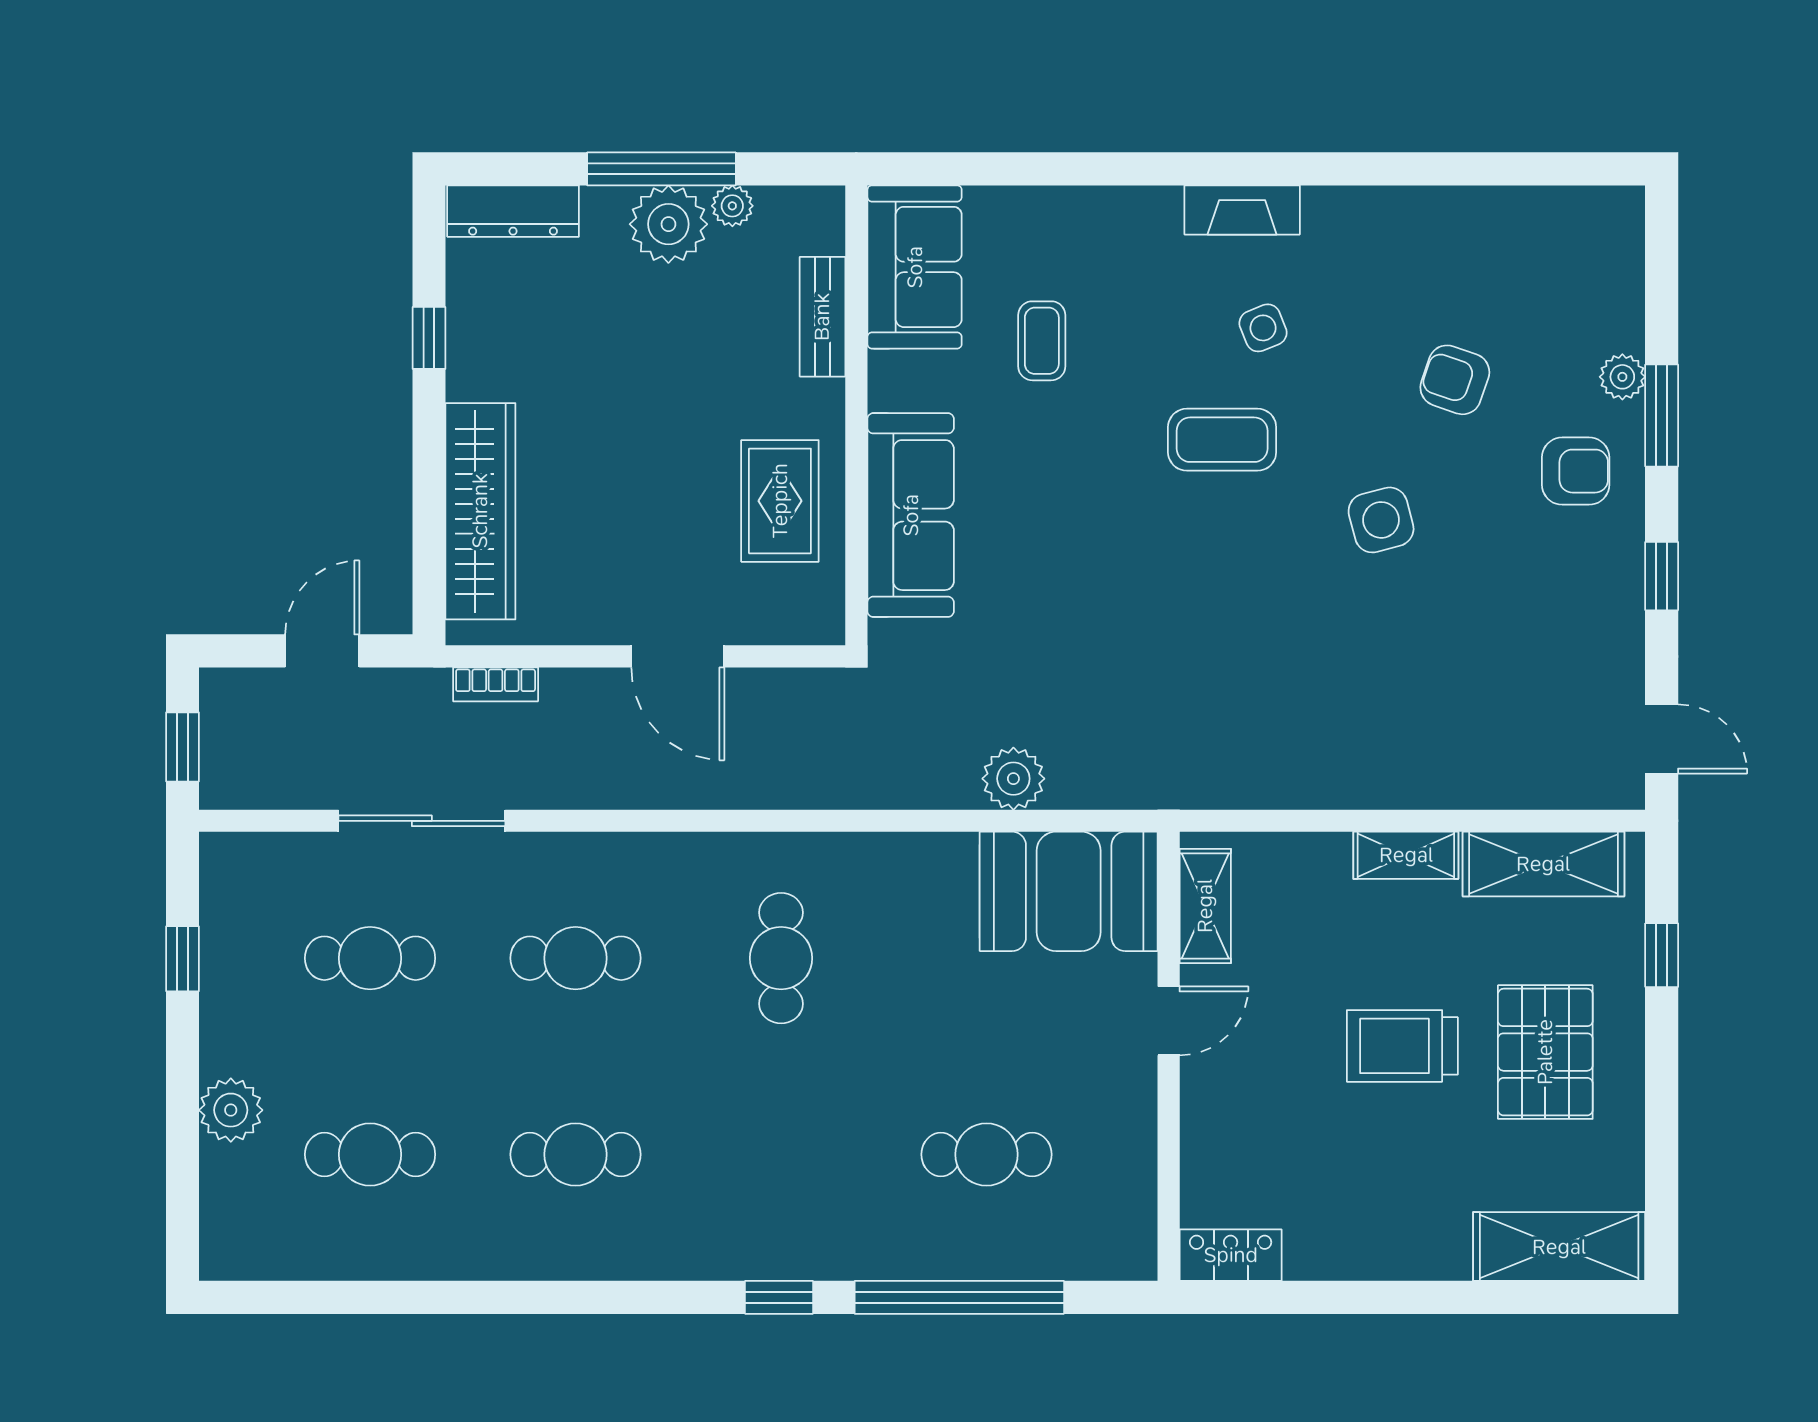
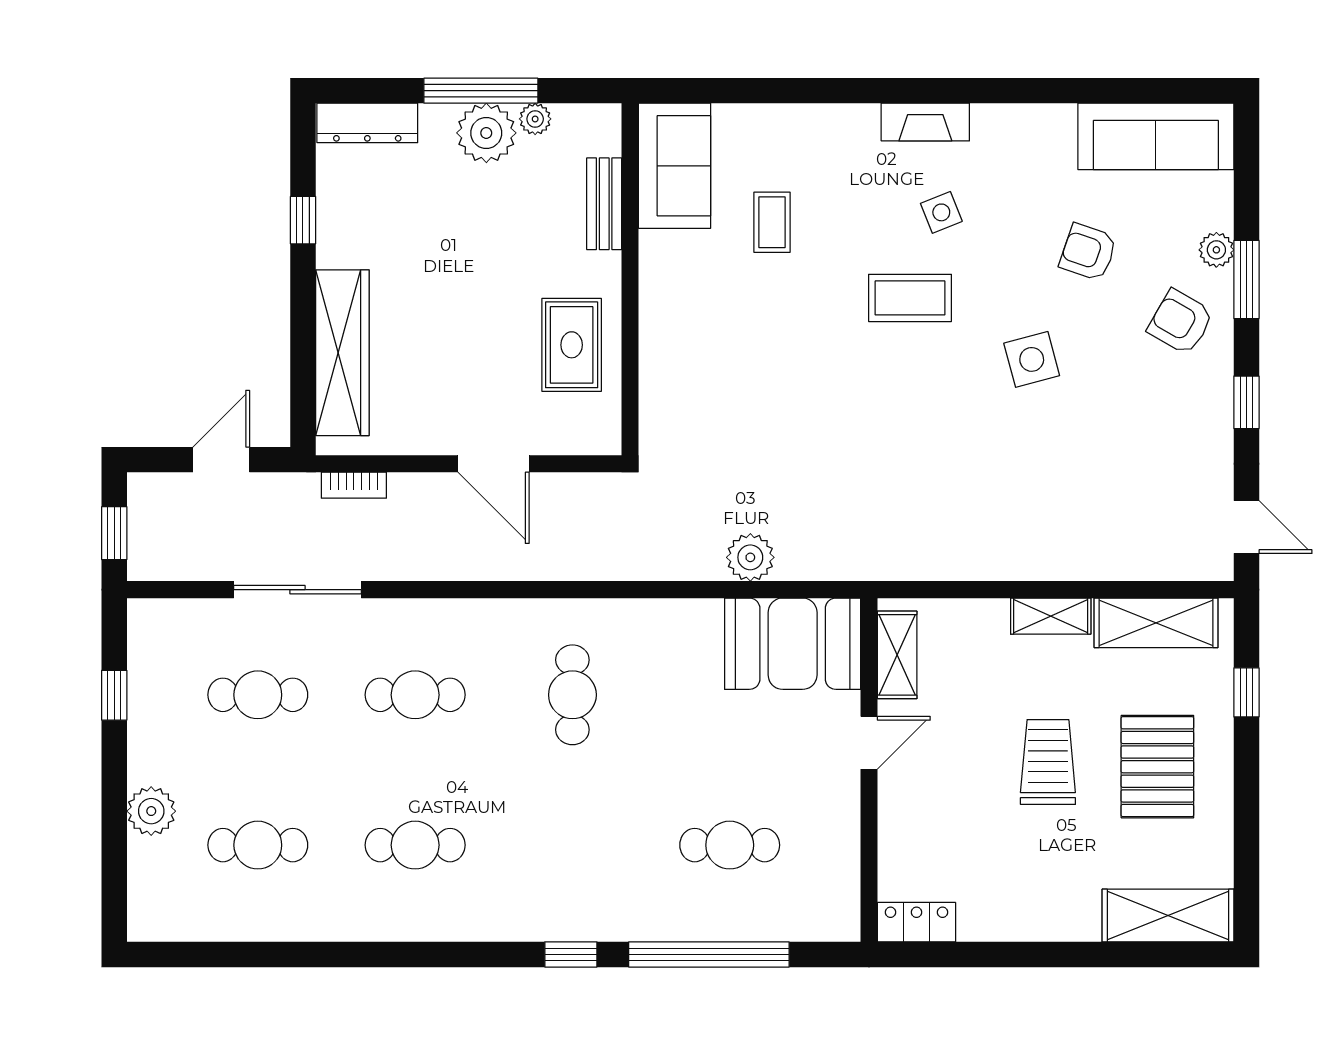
armchair: (1576, 471) -> (1181, 322), turned -150
sofa: (911, 515) -> (1156, 136), moved, turned 90
trolley: (1402, 1046) -> (1048, 762), turned 90

